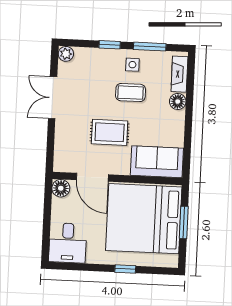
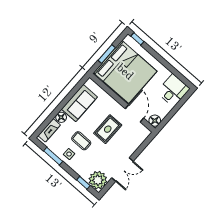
window: (110, 45) -> (83, 183), moved
plant: (66, 54) -> (98, 180), width x1.88, depth x1.88
rug: (110, 132) -> (108, 129), turned 90
sofa: (157, 162) -> (79, 103), moved, turned -90
window: (125, 269) -> (137, 39), moved

